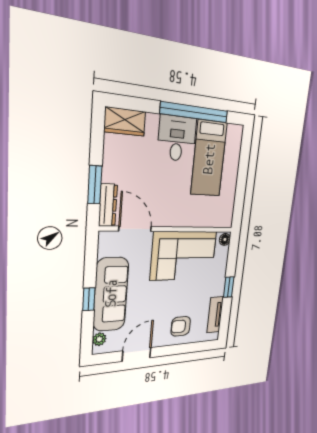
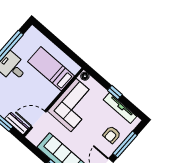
bed: (209, 159) -> (51, 69), moved, turned 180
tv unit: (215, 315) -> (120, 108), width x1.41
window: (180, 349) -> (125, 144), added

